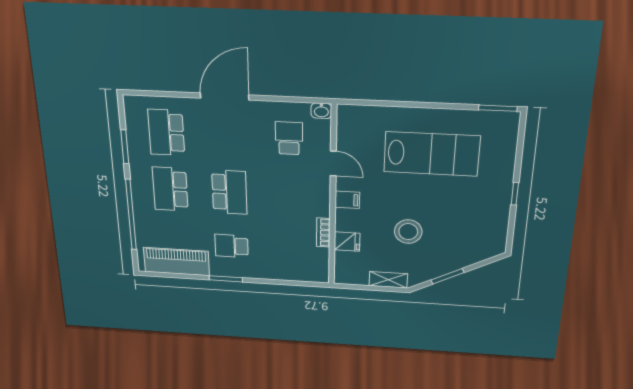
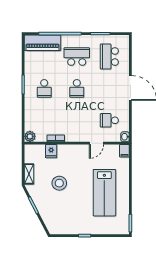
school desk: (166, 132) -> (109, 57), turned -90
school desk: (289, 138) -> (109, 120), turned 180
school desk: (229, 192) -> (77, 88), width x0.54
filing cabinet: (347, 200) -> (124, 151), moved
school desk: (231, 246) -> (44, 88), turned 180
piano: (177, 262) -> (42, 43), moved, turned 90
plant: (319, 274) -> (30, 136), added

